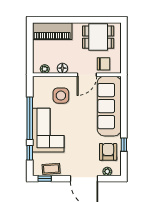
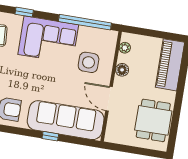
chair: (103, 64) -> (119, 122), removed
window: (30, 118) -> (85, 22), moved
window: (124, 145) -> (50, 136), moved

